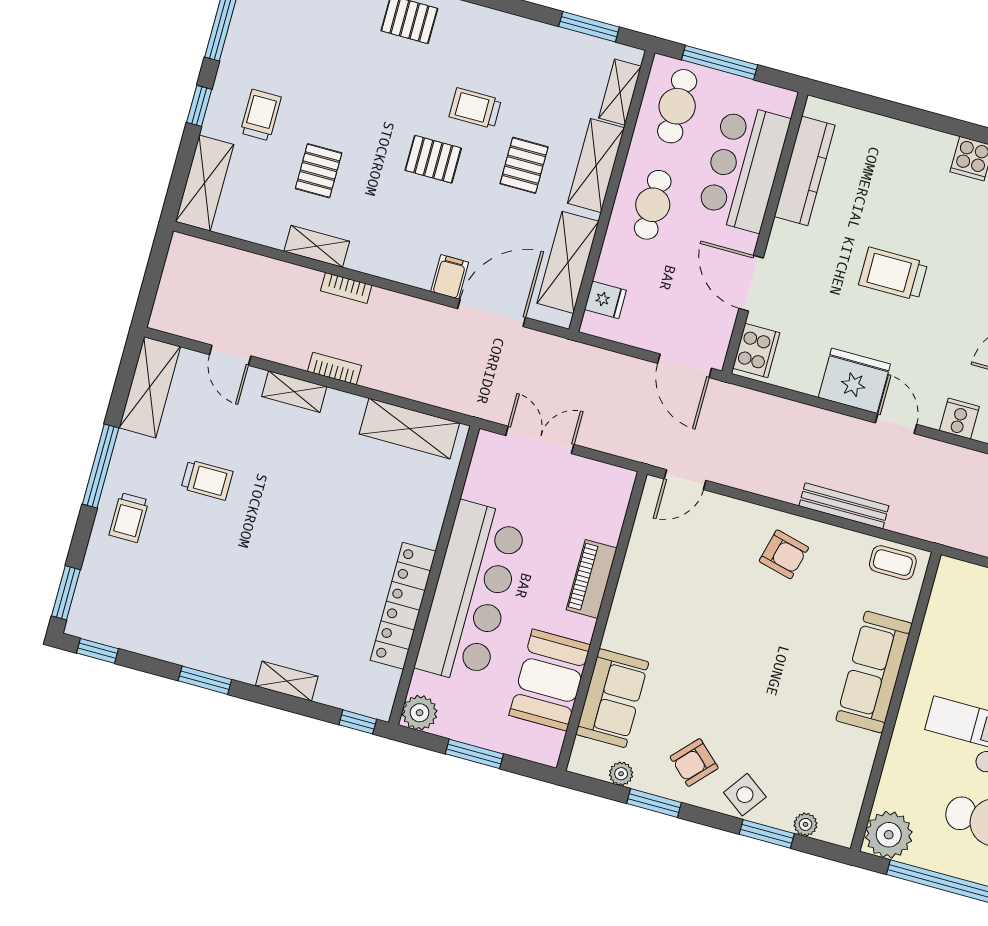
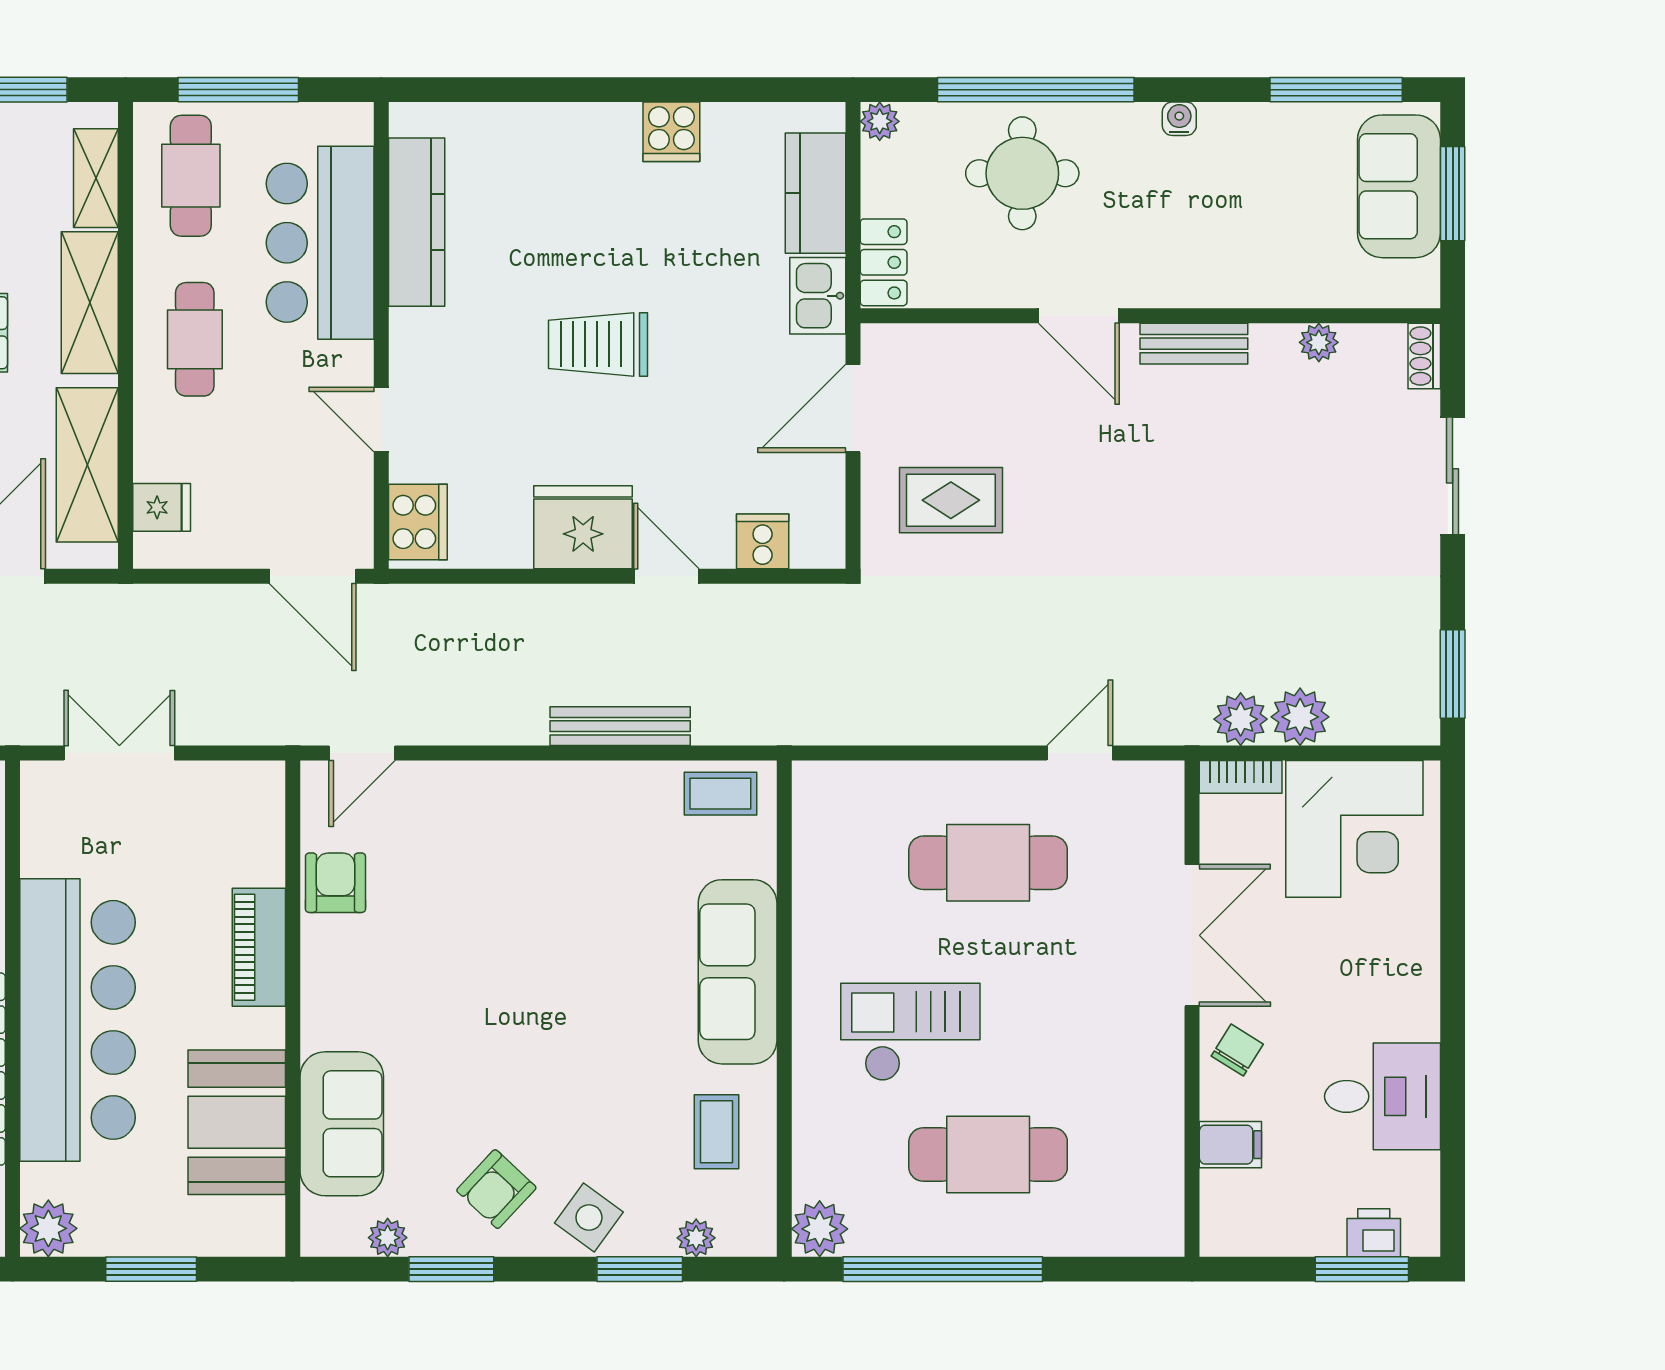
door: (751, 283) -> (381, 419), width x0.73
armchair: (784, 554) -> (335, 883), moved, turned -104
coffee table: (835, 764) -> (717, 1132), added
plant: (889, 835) -> (820, 1229), width x0.73, depth x0.73

